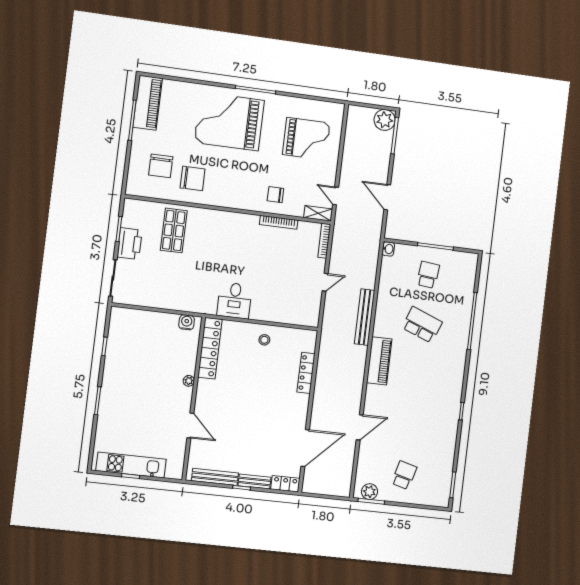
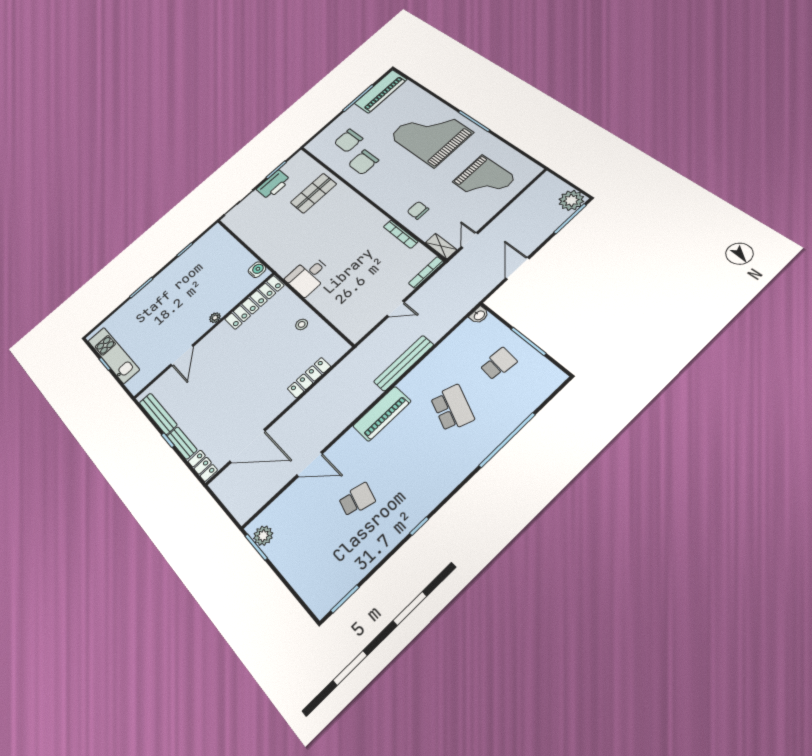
chair: (193, 178) -> (363, 162), turned 90
school desk: (404, 475) -> (357, 500), moved

